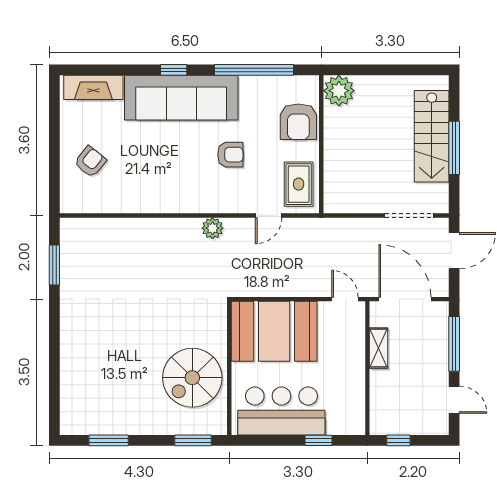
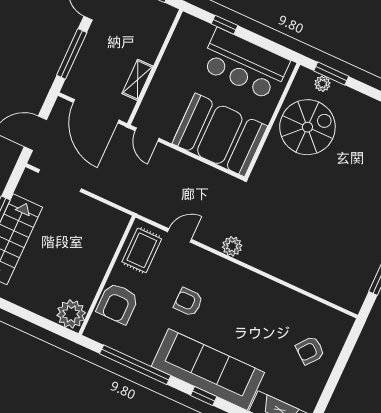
armchair: (298, 122) -> (118, 303), turned 180
plant: (197, 427) -> (322, 84), added

